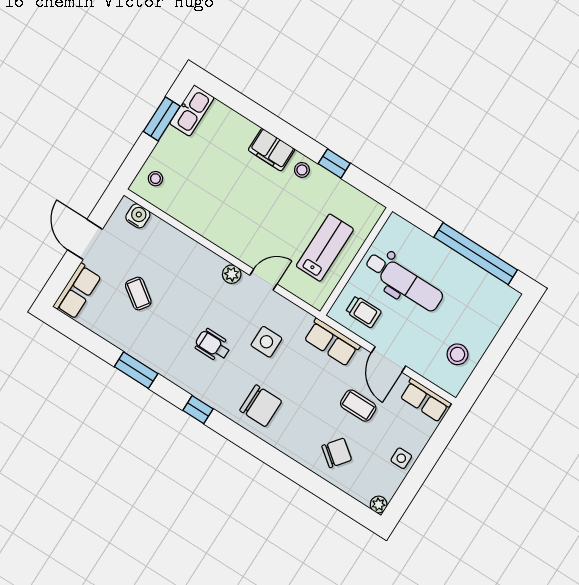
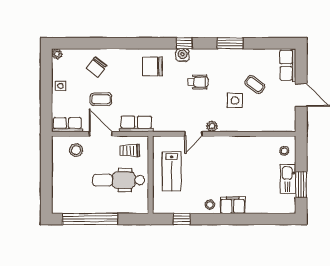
kitchen sink: (192, 111) -> (288, 179), moved
window: (334, 163) -> (182, 219), moved
water cooler: (138, 216) -> (183, 55), moved, turned 180
side table: (266, 342) -> (235, 100), moved
stool: (457, 354) -> (76, 150), moved

